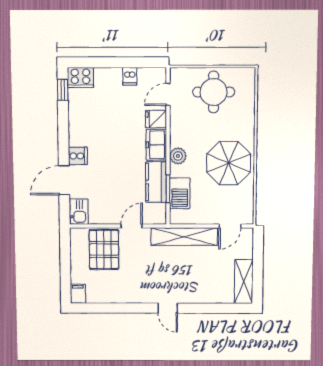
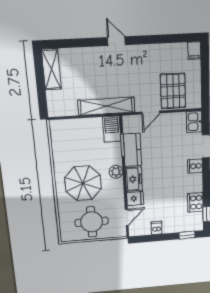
window: (89, 62) -> (187, 235), added
cooker: (80, 78) -> (195, 202), moved, turned -90
parasol: (229, 163) -> (83, 183), moved
barbecue: (180, 193) -> (112, 129), moved
door: (230, 226) -> (68, 118), removed

